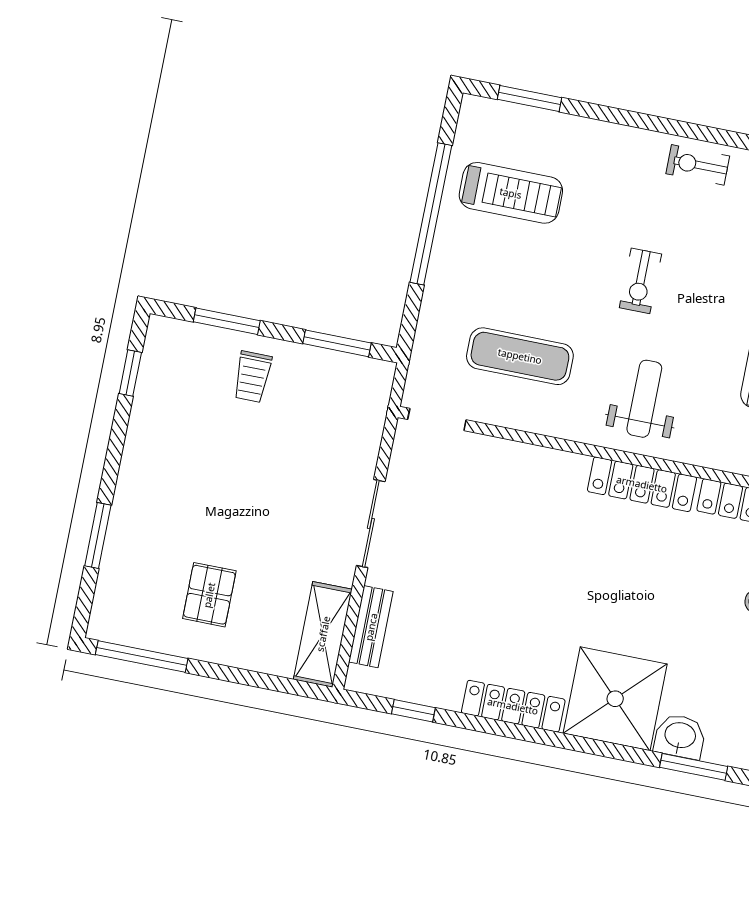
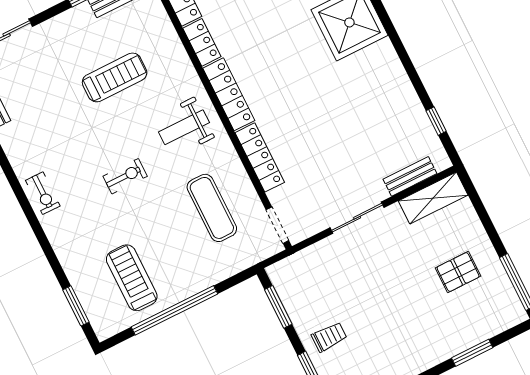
locker: (513, 706) -> (260, 157), moved, turned 180

